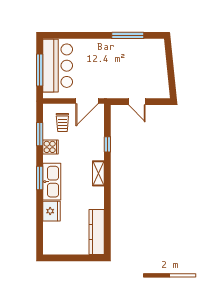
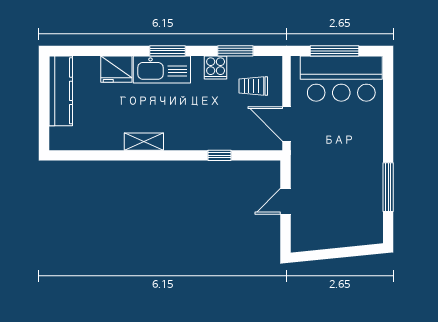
shelving: (98, 173) -> (144, 142), moved
kitchen counter: (97, 232) -> (61, 91), moved, turned 90

